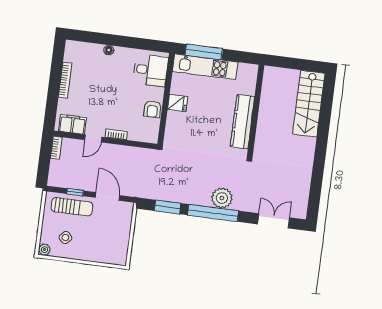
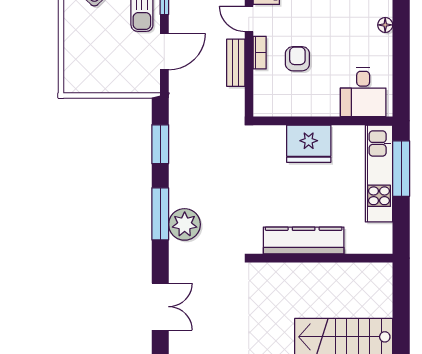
fridge: (178, 103) -> (309, 144), width x1.88, depth x1.34
armchair: (152, 109) -> (297, 59), moved, turned 90
bench: (121, 151) -> (236, 63), added
window: (213, 213) -> (160, 214), width x0.68

